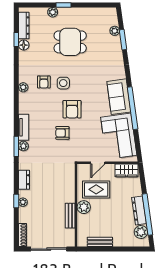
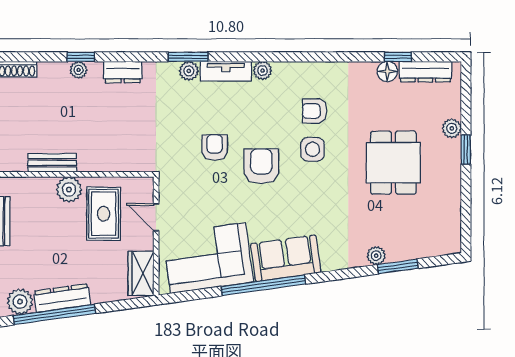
plant: (115, 31) -> (376, 256), moved
plant: (23, 87) -> (262, 71), moved
armchair: (72, 109) -> (261, 166), turned 90

